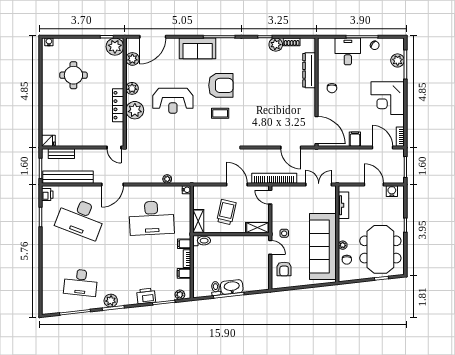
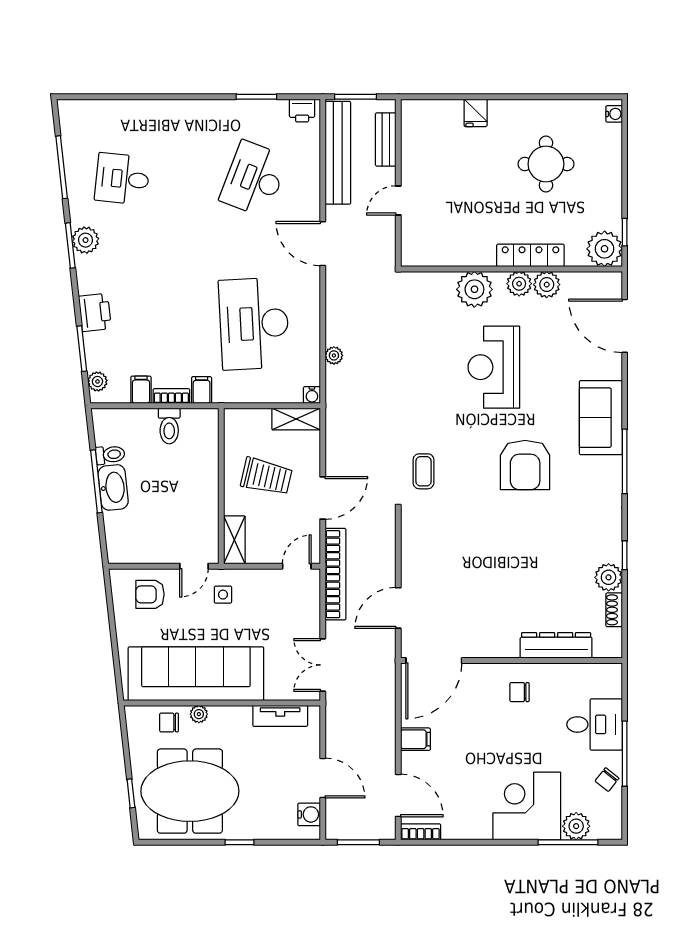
plant: (132, 59) -> (547, 285), moved
corner desk: (388, 98) -> (527, 806), moved
locker: (118, 105) -> (530, 255), moved
coffee table: (220, 113) -> (423, 471), moved
fridge: (48, 141) -> (476, 113), moved
door: (114, 148) -> (398, 200), moved
door: (383, 148) -> (398, 795), hinge flipped
double door: (319, 184) -> (323, 665), swing flipped
door: (374, 184) -> (323, 778), hinge flipped
desk: (81, 218) -> (254, 179), width x0.73, depth x0.77
shelving: (198, 221) -> (296, 419), moved
toilet: (202, 241) -> (169, 426), moved
desk: (81, 283) -> (122, 179), width x0.73

